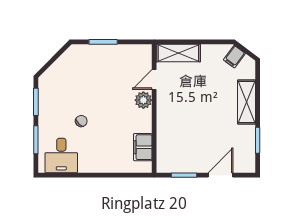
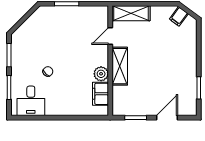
plant: (143, 100) -> (101, 74), moved
shelving: (247, 102) -> (120, 66), moved

